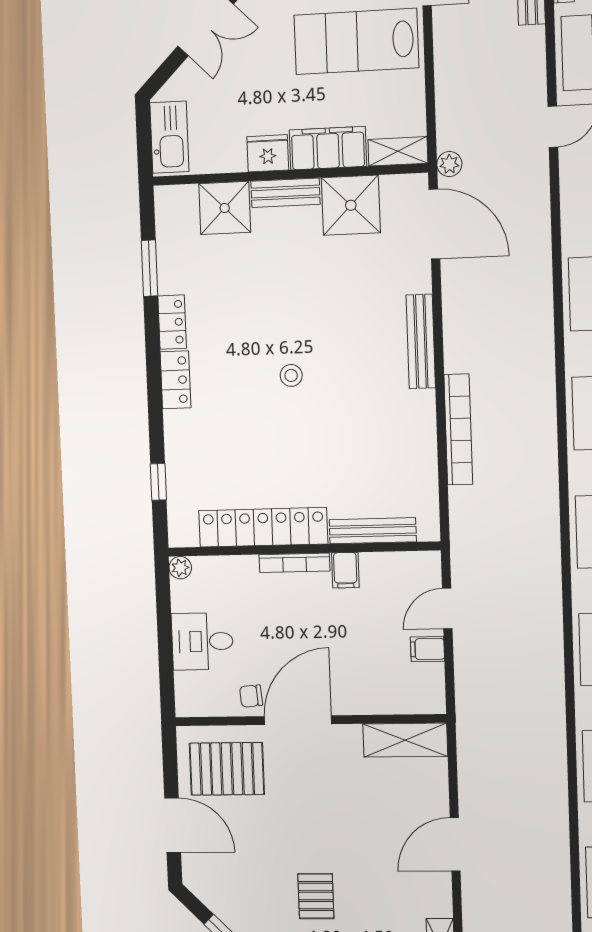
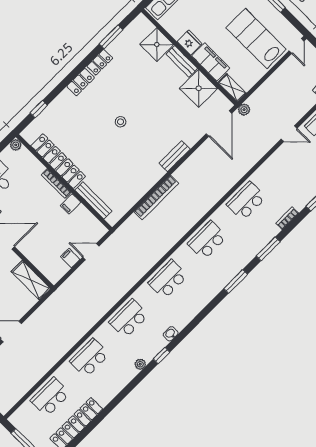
bench: (421, 341) -> (174, 156), width x0.73

